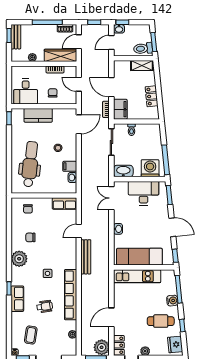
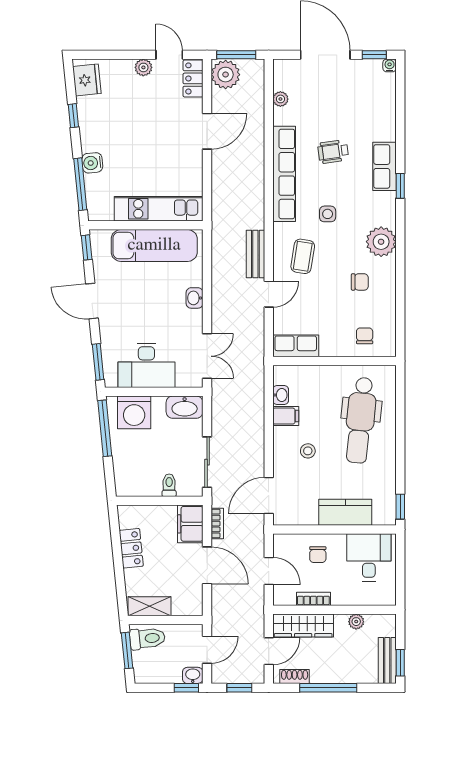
bench: (86, 257) -> (255, 254), width x0.73
cafe table: (161, 321) -> (114, 124), removed
coffee table: (31, 335) -> (303, 256), moved

